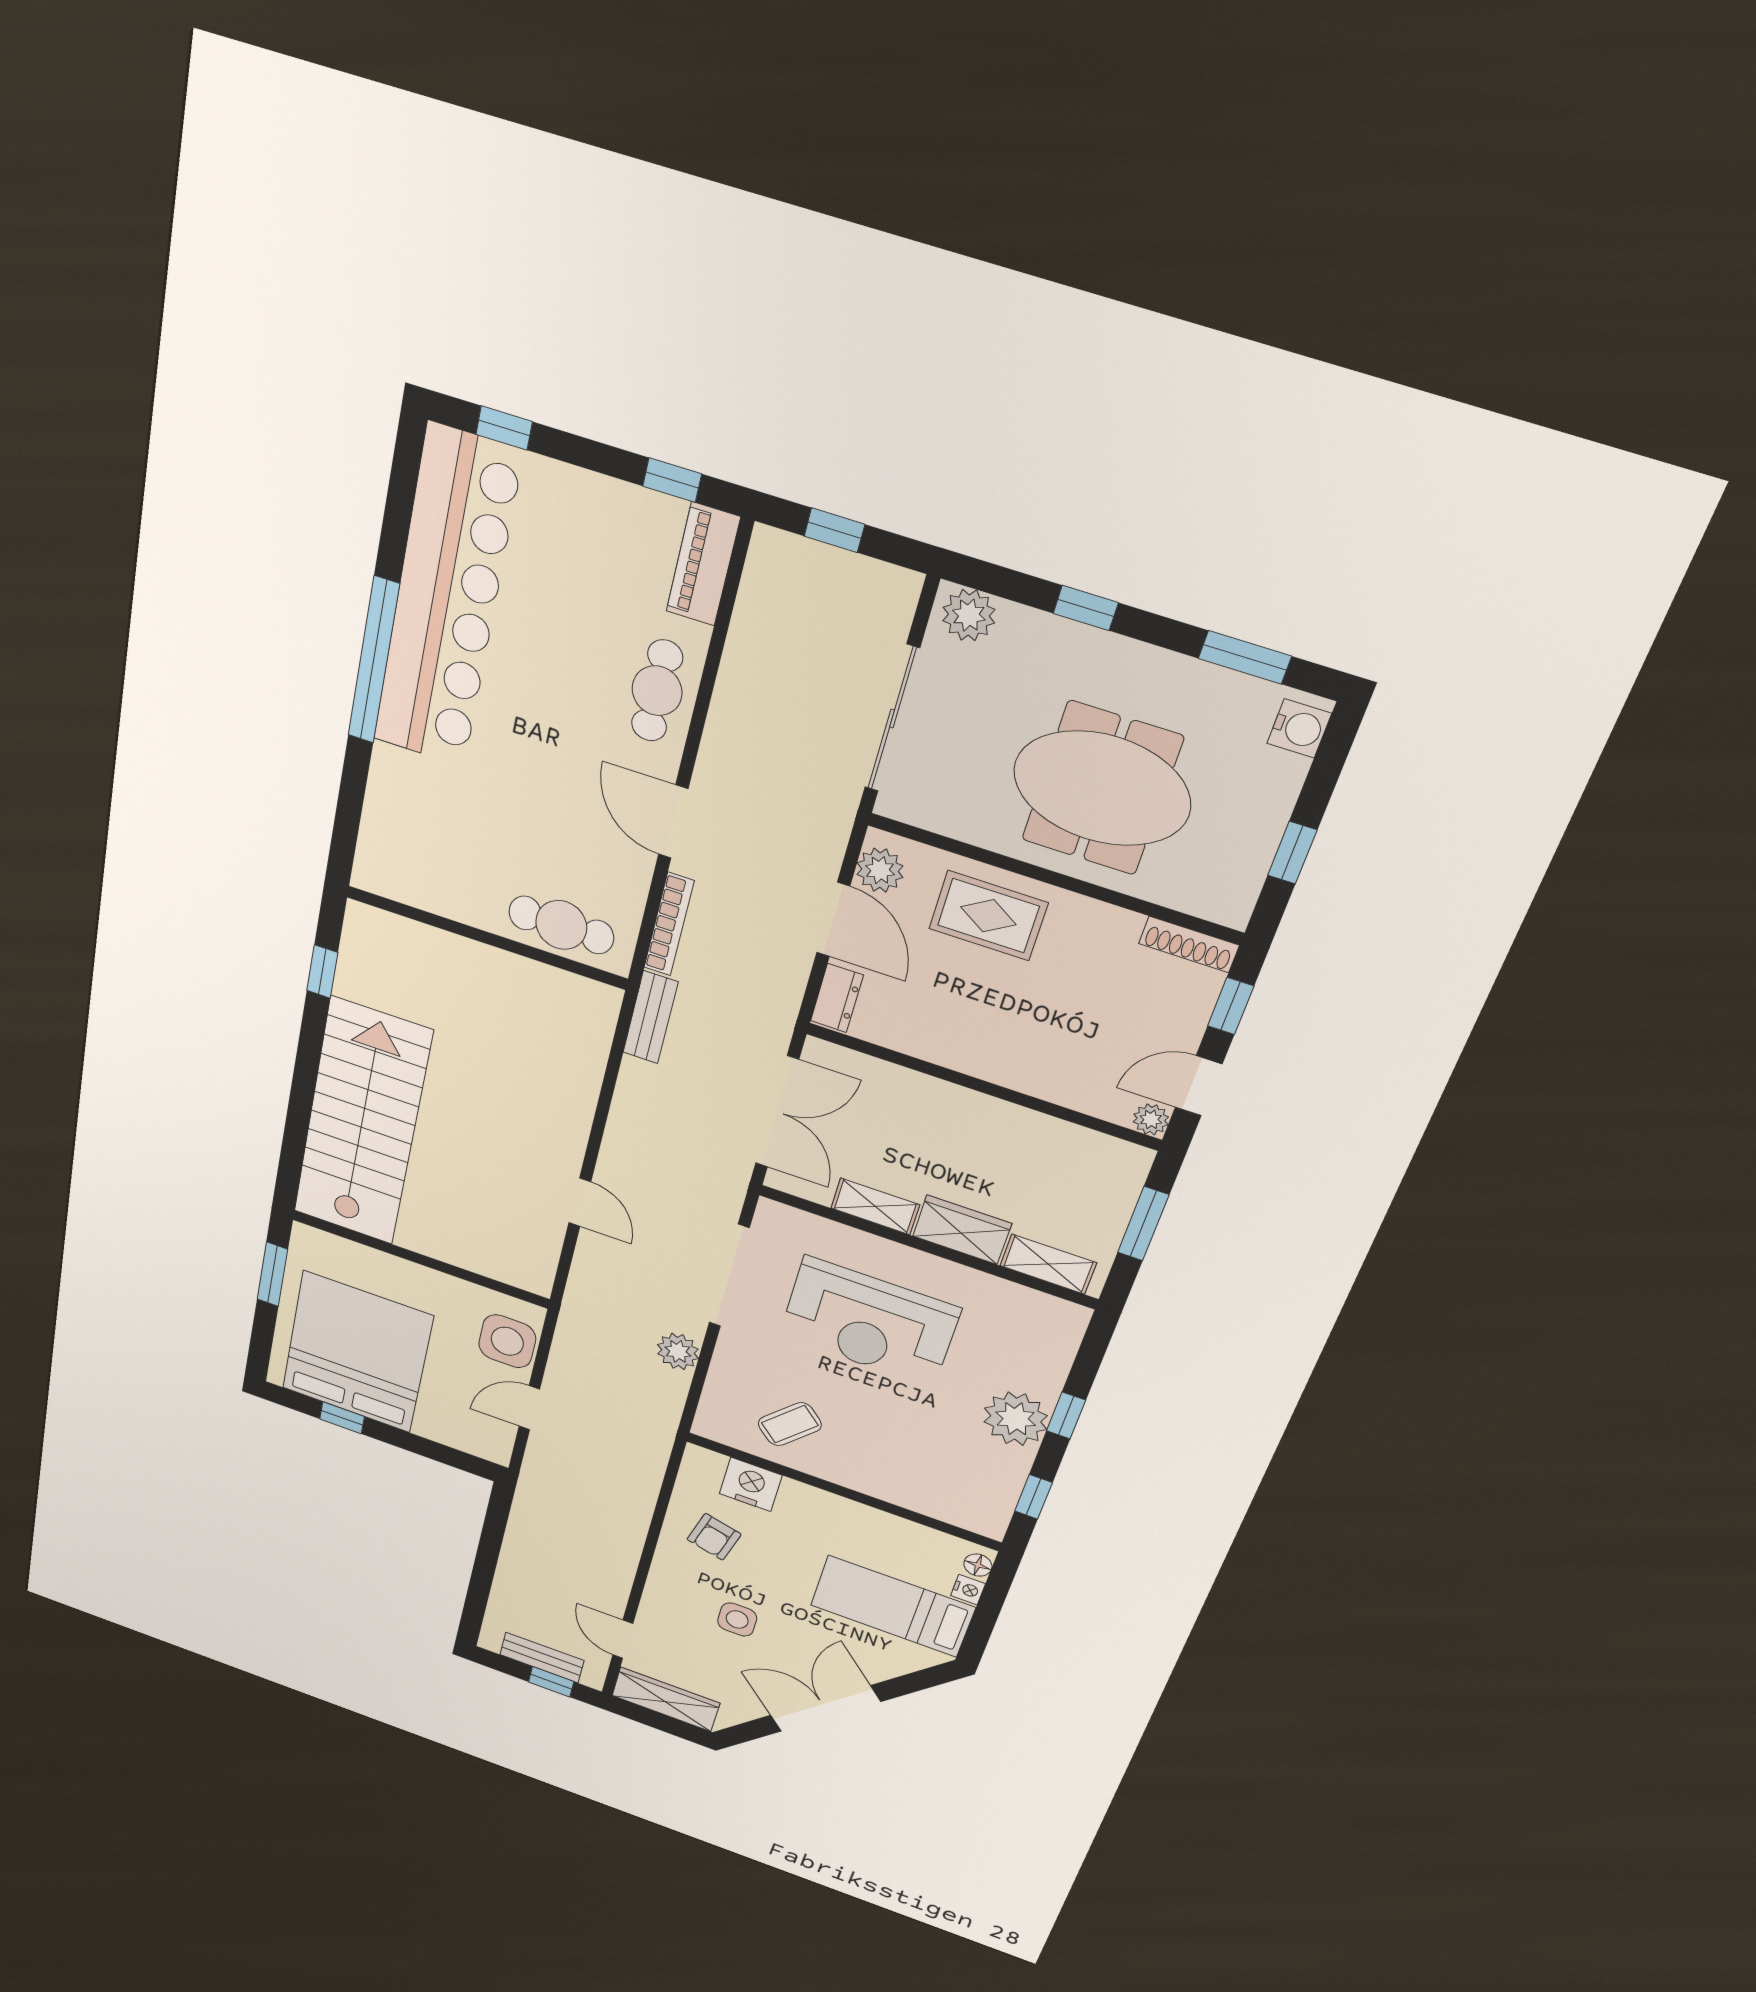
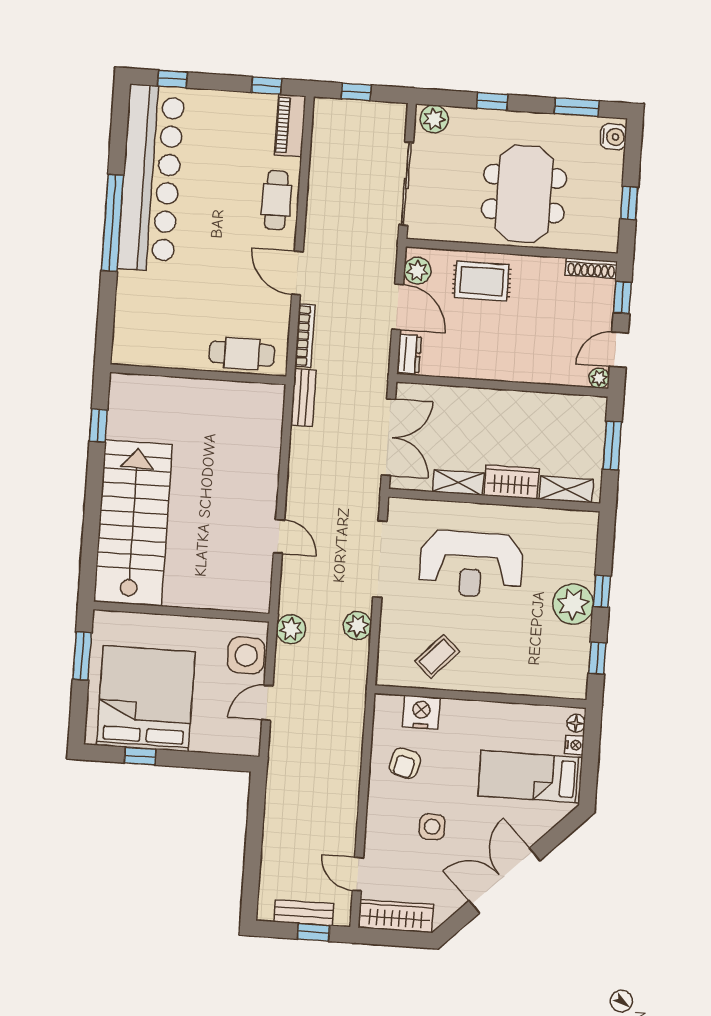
meeting table: (1102, 788) -> (524, 194), turned 90
plant: (578, 1328) -> (291, 629), added

